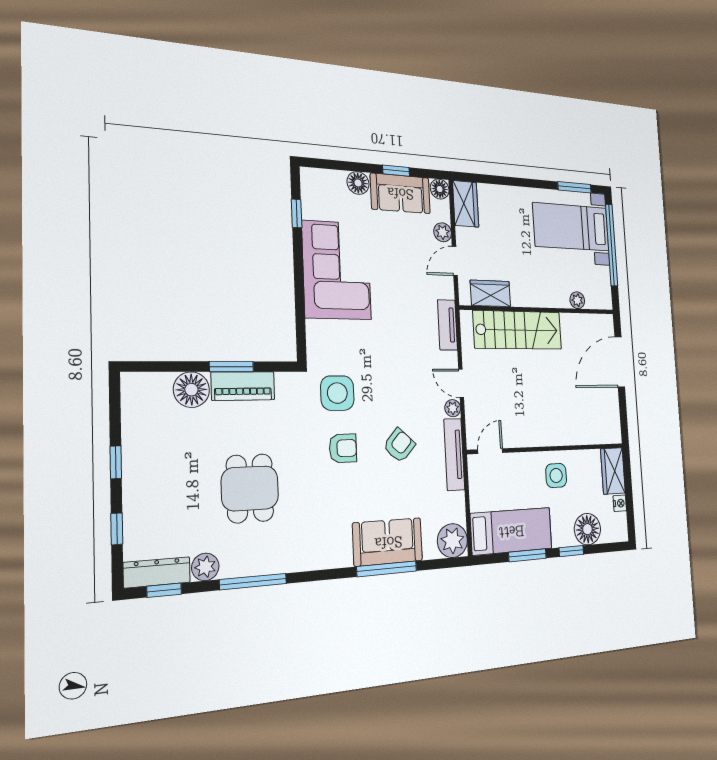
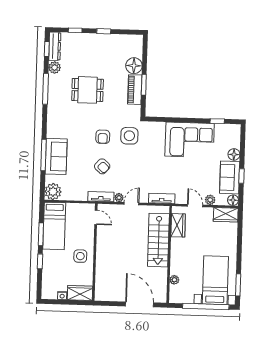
tv unit: (454, 454) -> (101, 197), width x0.71
floor lamp: (587, 529) -> (50, 273), removed

